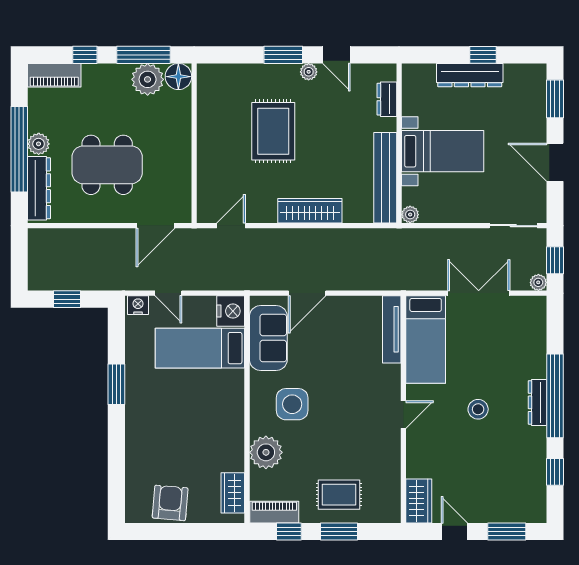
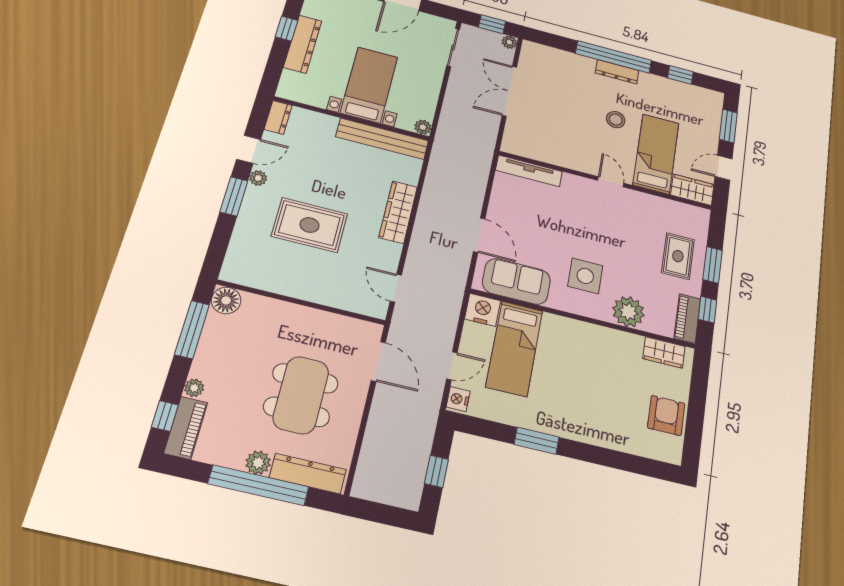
window: (85, 55) -> (165, 416), moved
plant: (148, 79) -> (194, 388), moved, width x0.53, depth x0.53
dresser: (387, 99) -> (278, 117), moved, turned -90
bed: (426, 340) -> (656, 154), moved, turned -90
armchair: (170, 503) -> (666, 416), turned 85

